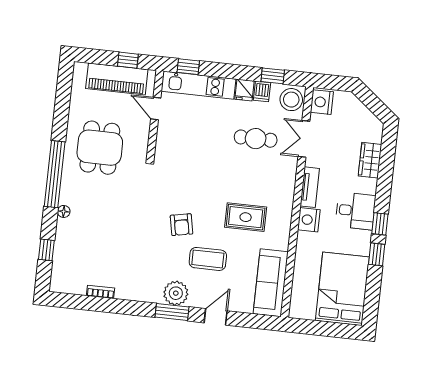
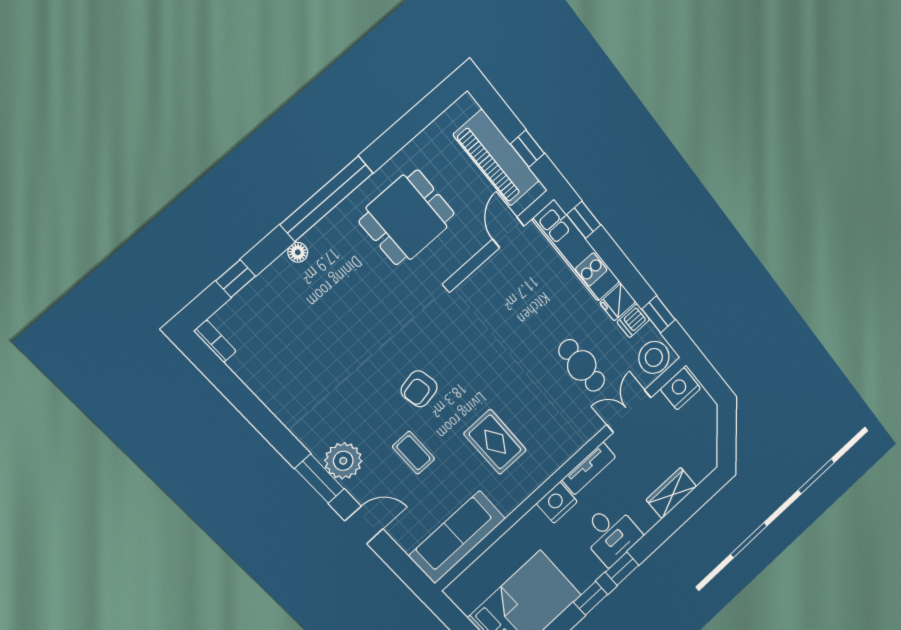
coffee table: (208, 259) -> (413, 453), width x0.73, depth x0.77
bookcase: (101, 292) -> (215, 341), moved

